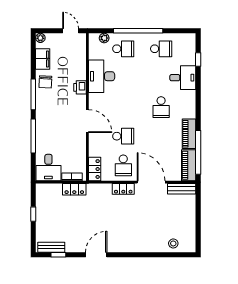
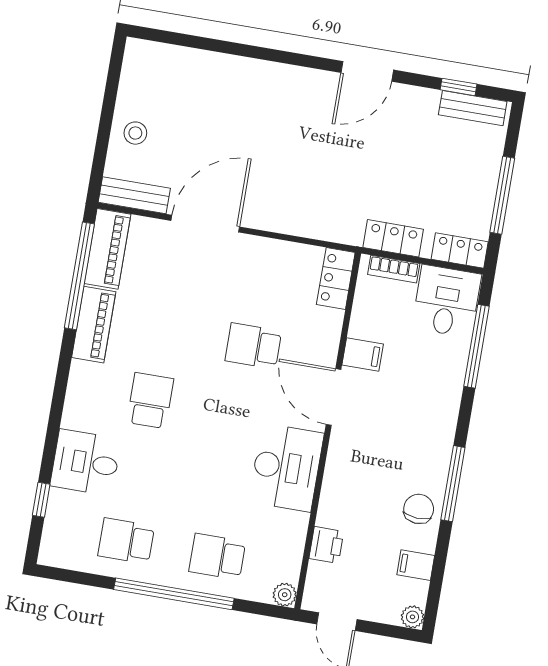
plant: (104, 38) -> (285, 595), moved
filing cabinet: (43, 59) -> (416, 565), width x0.50
desk: (102, 76) -> (286, 468), moved
printer: (80, 87) -> (326, 545), moved
window: (33, 136) -> (476, 346), moved
filing cabinet: (79, 140) -> (363, 354), added
school desk: (123, 165) -> (265, 276), removed
door: (151, 182) -> (205, 224), swing flipped
locker: (123, 189) -> (460, 250), moved
window: (33, 214) -> (502, 195), width x2.17
stool: (173, 243) -> (135, 133), moved

